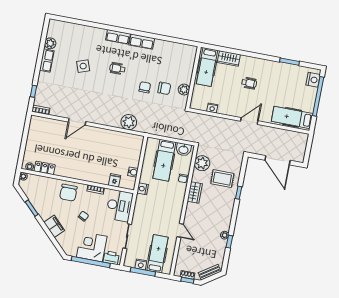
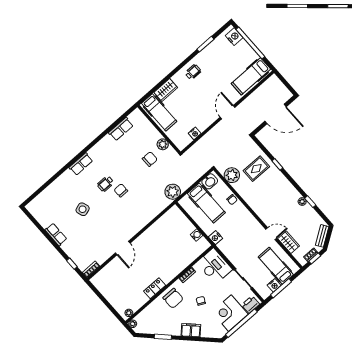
row of seats: (142, 42) -> (121, 129), moved
plant: (50, 43) -> (44, 221), removed
wheelchair: (249, 83) -> (193, 72), moved
chair: (145, 87) -> (121, 190), moved
plant: (129, 122) -> (173, 192), moved
locker: (45, 168) -> (155, 288), moved
fridge: (115, 180) -> (192, 254), removed
wardrobe: (195, 192) -> (289, 242), moved

